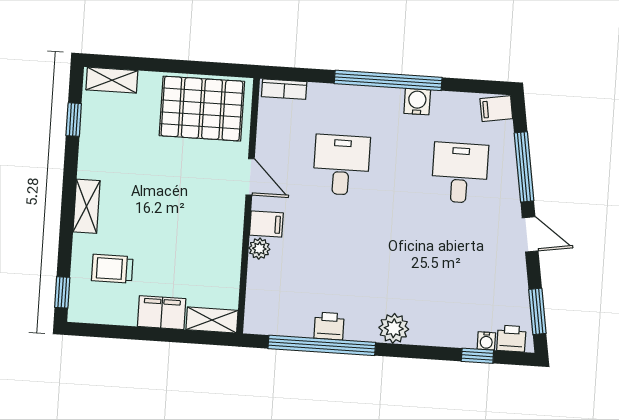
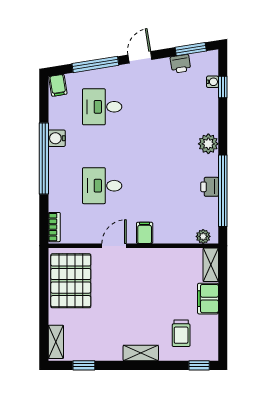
plant: (259, 249) -> (203, 236), moved
printer: (511, 339) -> (180, 64), moved, turned -99

